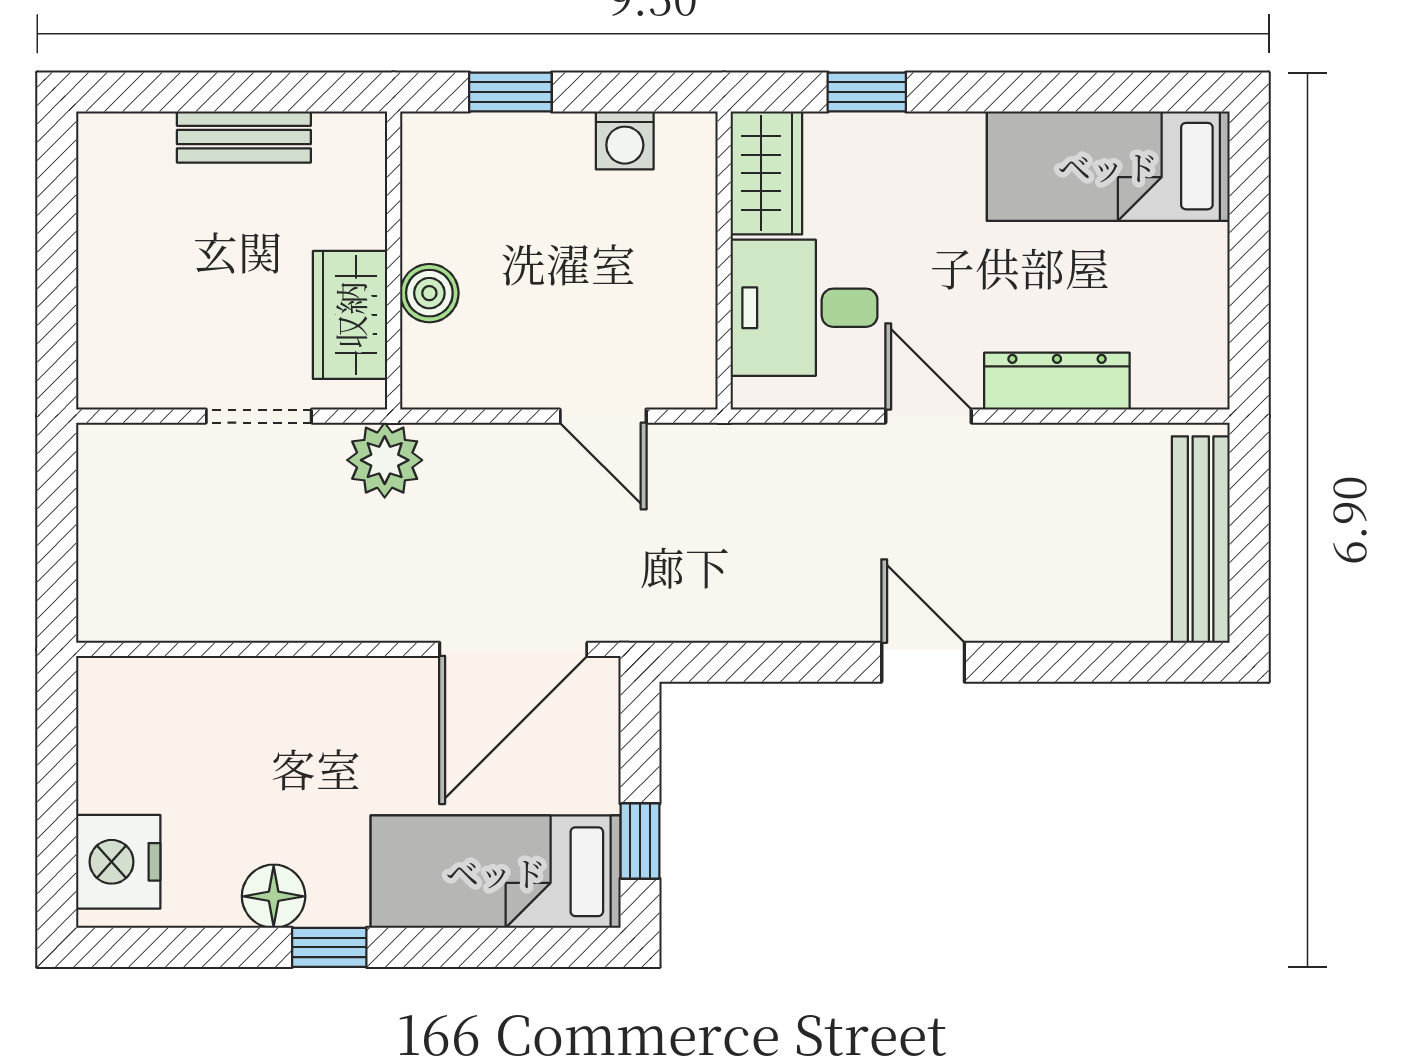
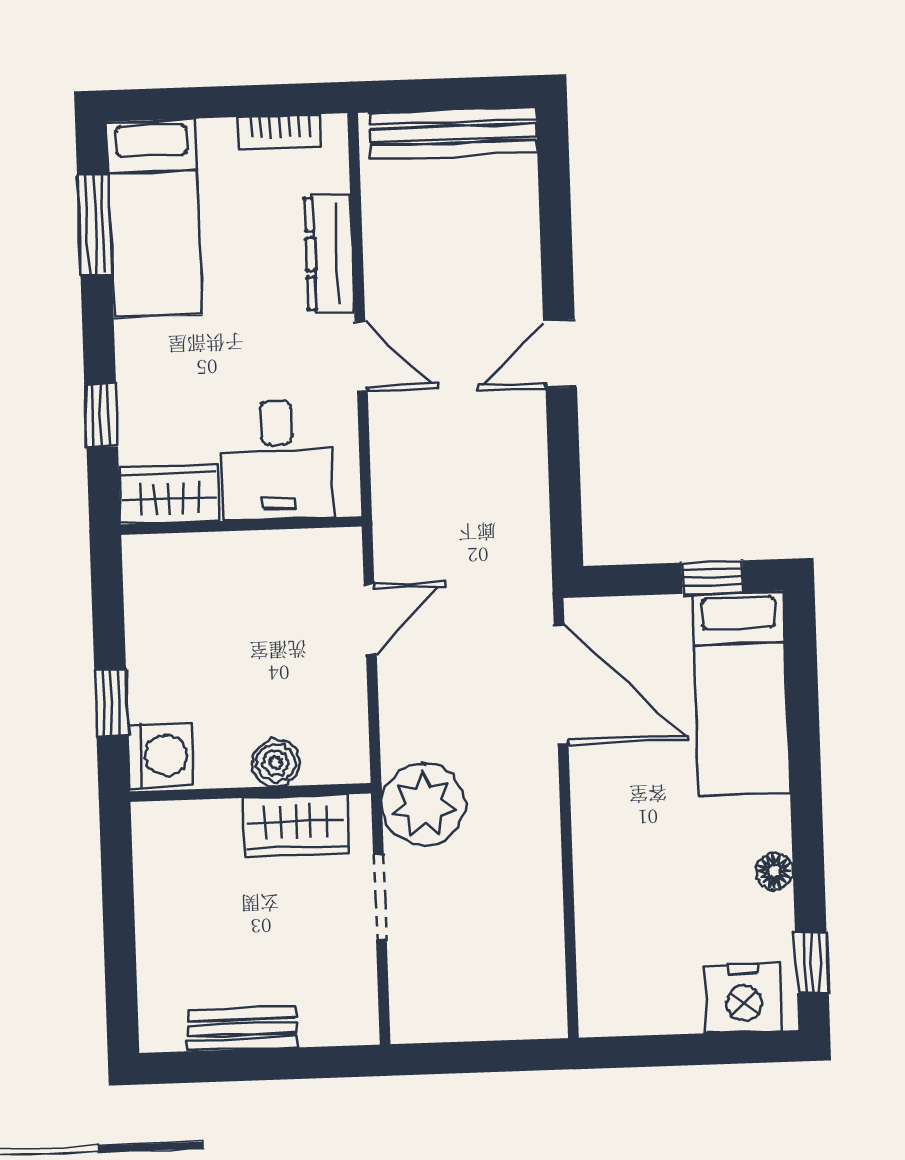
window: (1103, 92) -> (95, 224), added
bench: (244, 137) -> (242, 1029), moved, turned 90
washing machine: (625, 140) -> (161, 755), moved, width x1.38, depth x1.38
bookcase: (1209, 326) -> (280, 132), added
door: (928, 416) -> (361, 356), swing flipped
plant: (385, 460) -> (423, 805), width x1.36, depth x1.36
floor lamp: (274, 896) -> (774, 871), width x0.73, depth x0.73
window: (329, 947) -> (812, 963), moved

